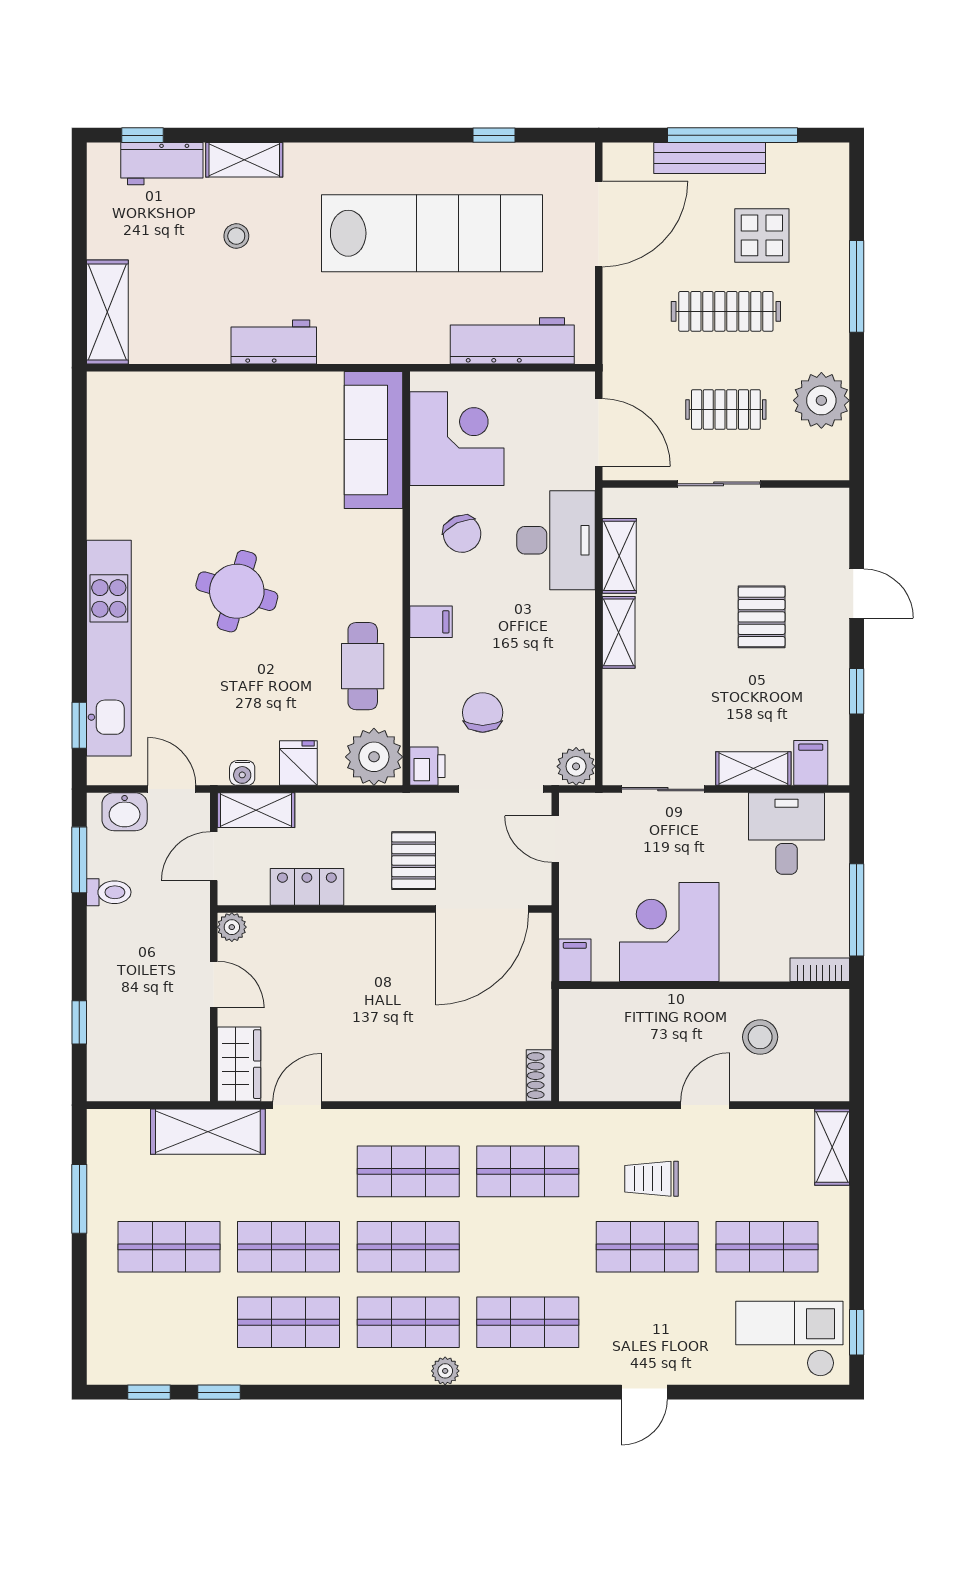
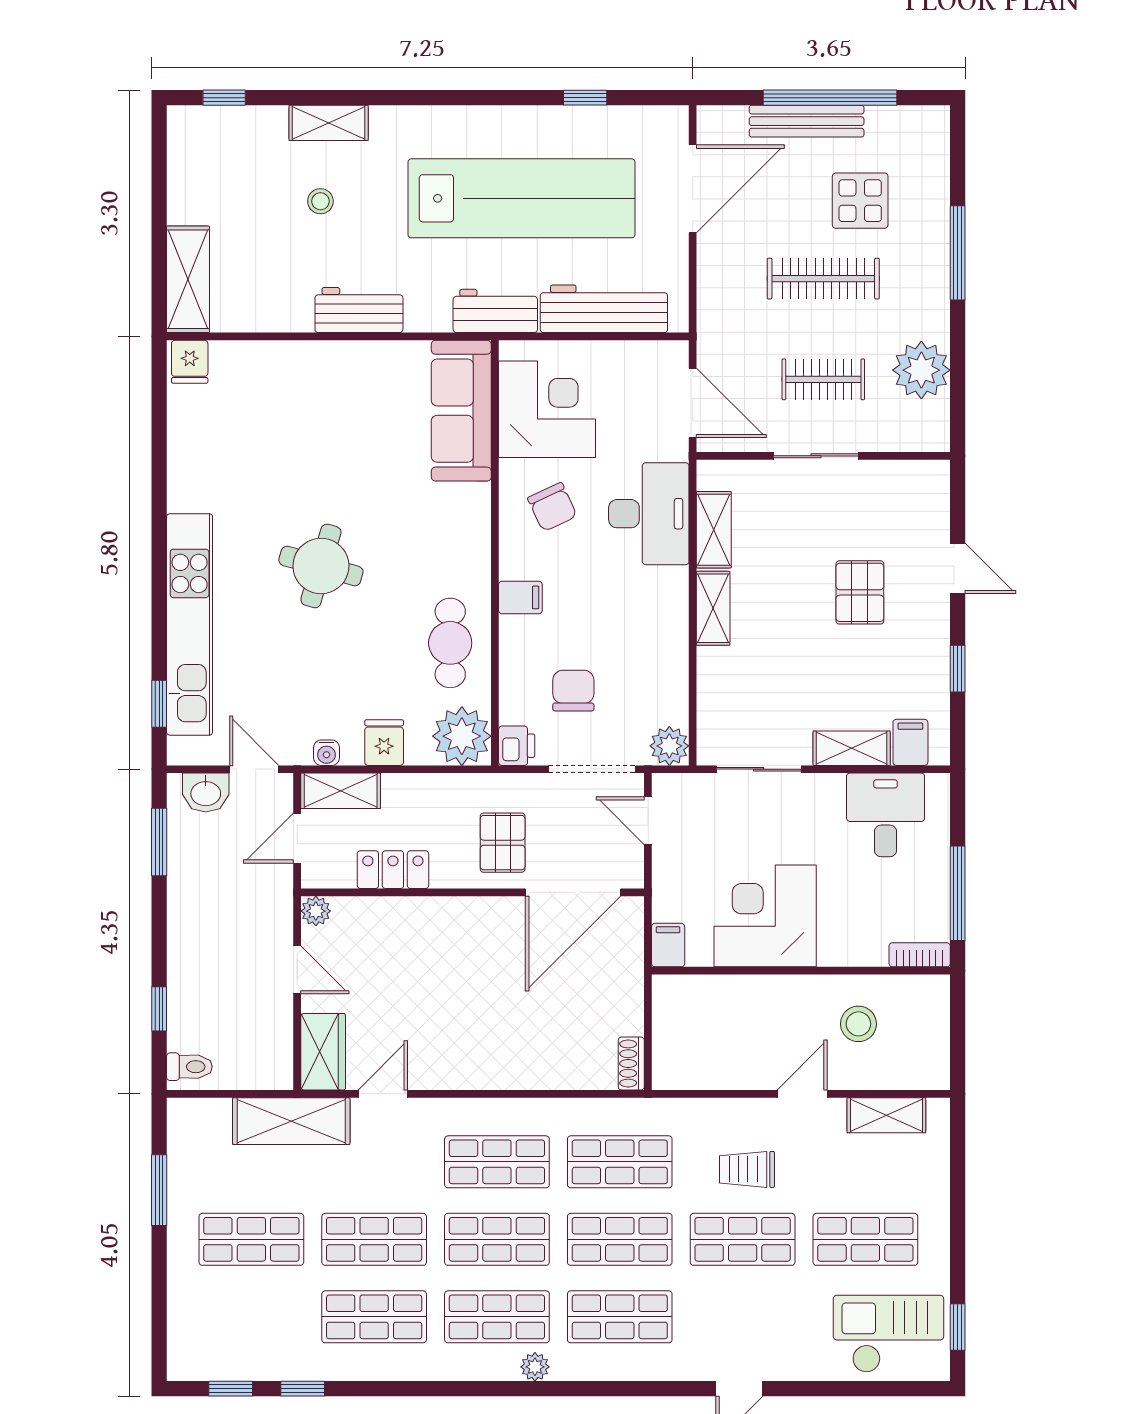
workbench: (162, 164) -> (495, 311), moved, turned 180
fridge: (109, 392) -> (190, 362), added
toilet: (109, 892) -> (189, 1067), moved
shelving: (832, 1147) -> (886, 1115), moved, turned 90
shop shelf: (528, 1247) -> (620, 1239), added

